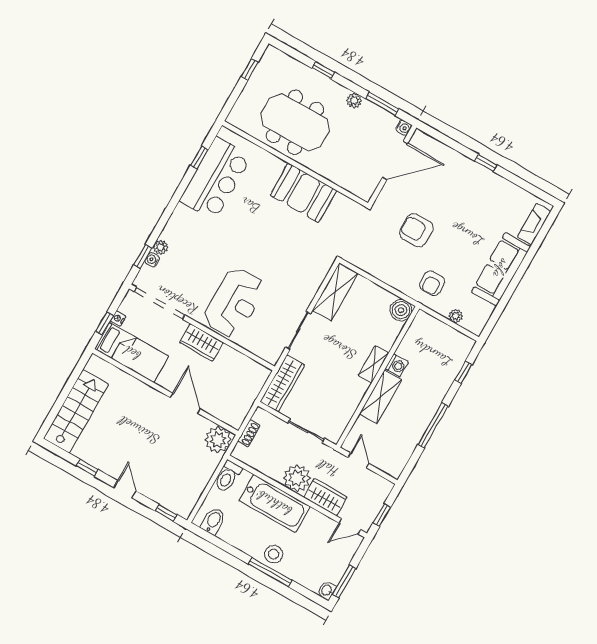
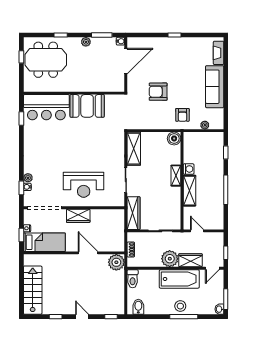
meeting table: (295, 122) -> (46, 60), moved
bar counter: (215, 178) -> (46, 107), moved, turned 90
reception desk: (234, 302) -> (84, 185), turned 90
bathtub: (274, 503) -> (179, 279), moved

